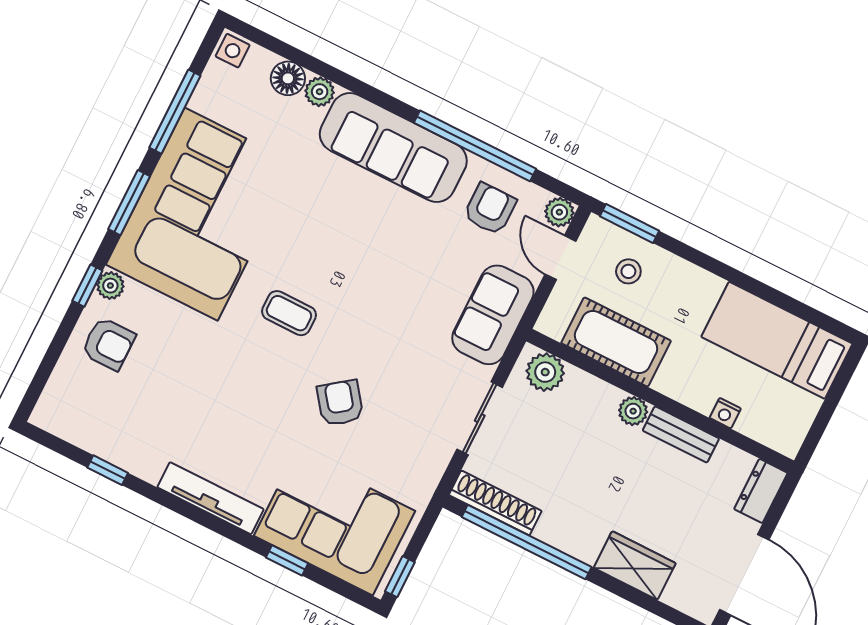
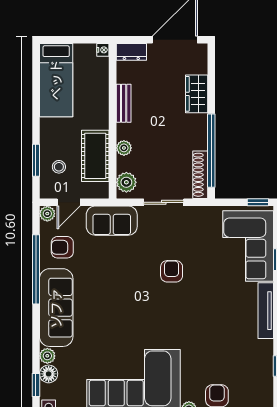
window: (280, 48) -> (36, 385), added
window: (629, 224) -> (36, 160), moved
coffee table: (289, 313) -> (159, 318), removed
armchair: (340, 403) -> (172, 271), moved, turned 127
plant: (633, 411) -> (124, 148), moved
nightstand: (725, 413) -> (103, 50), moved

